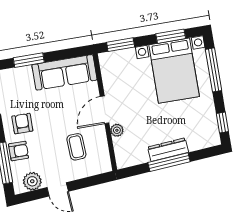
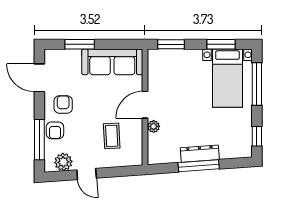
bed with nightstands: (174, 71) -> (227, 78), width x0.73
armchair: (19, 151) -> (55, 130), turned 90

